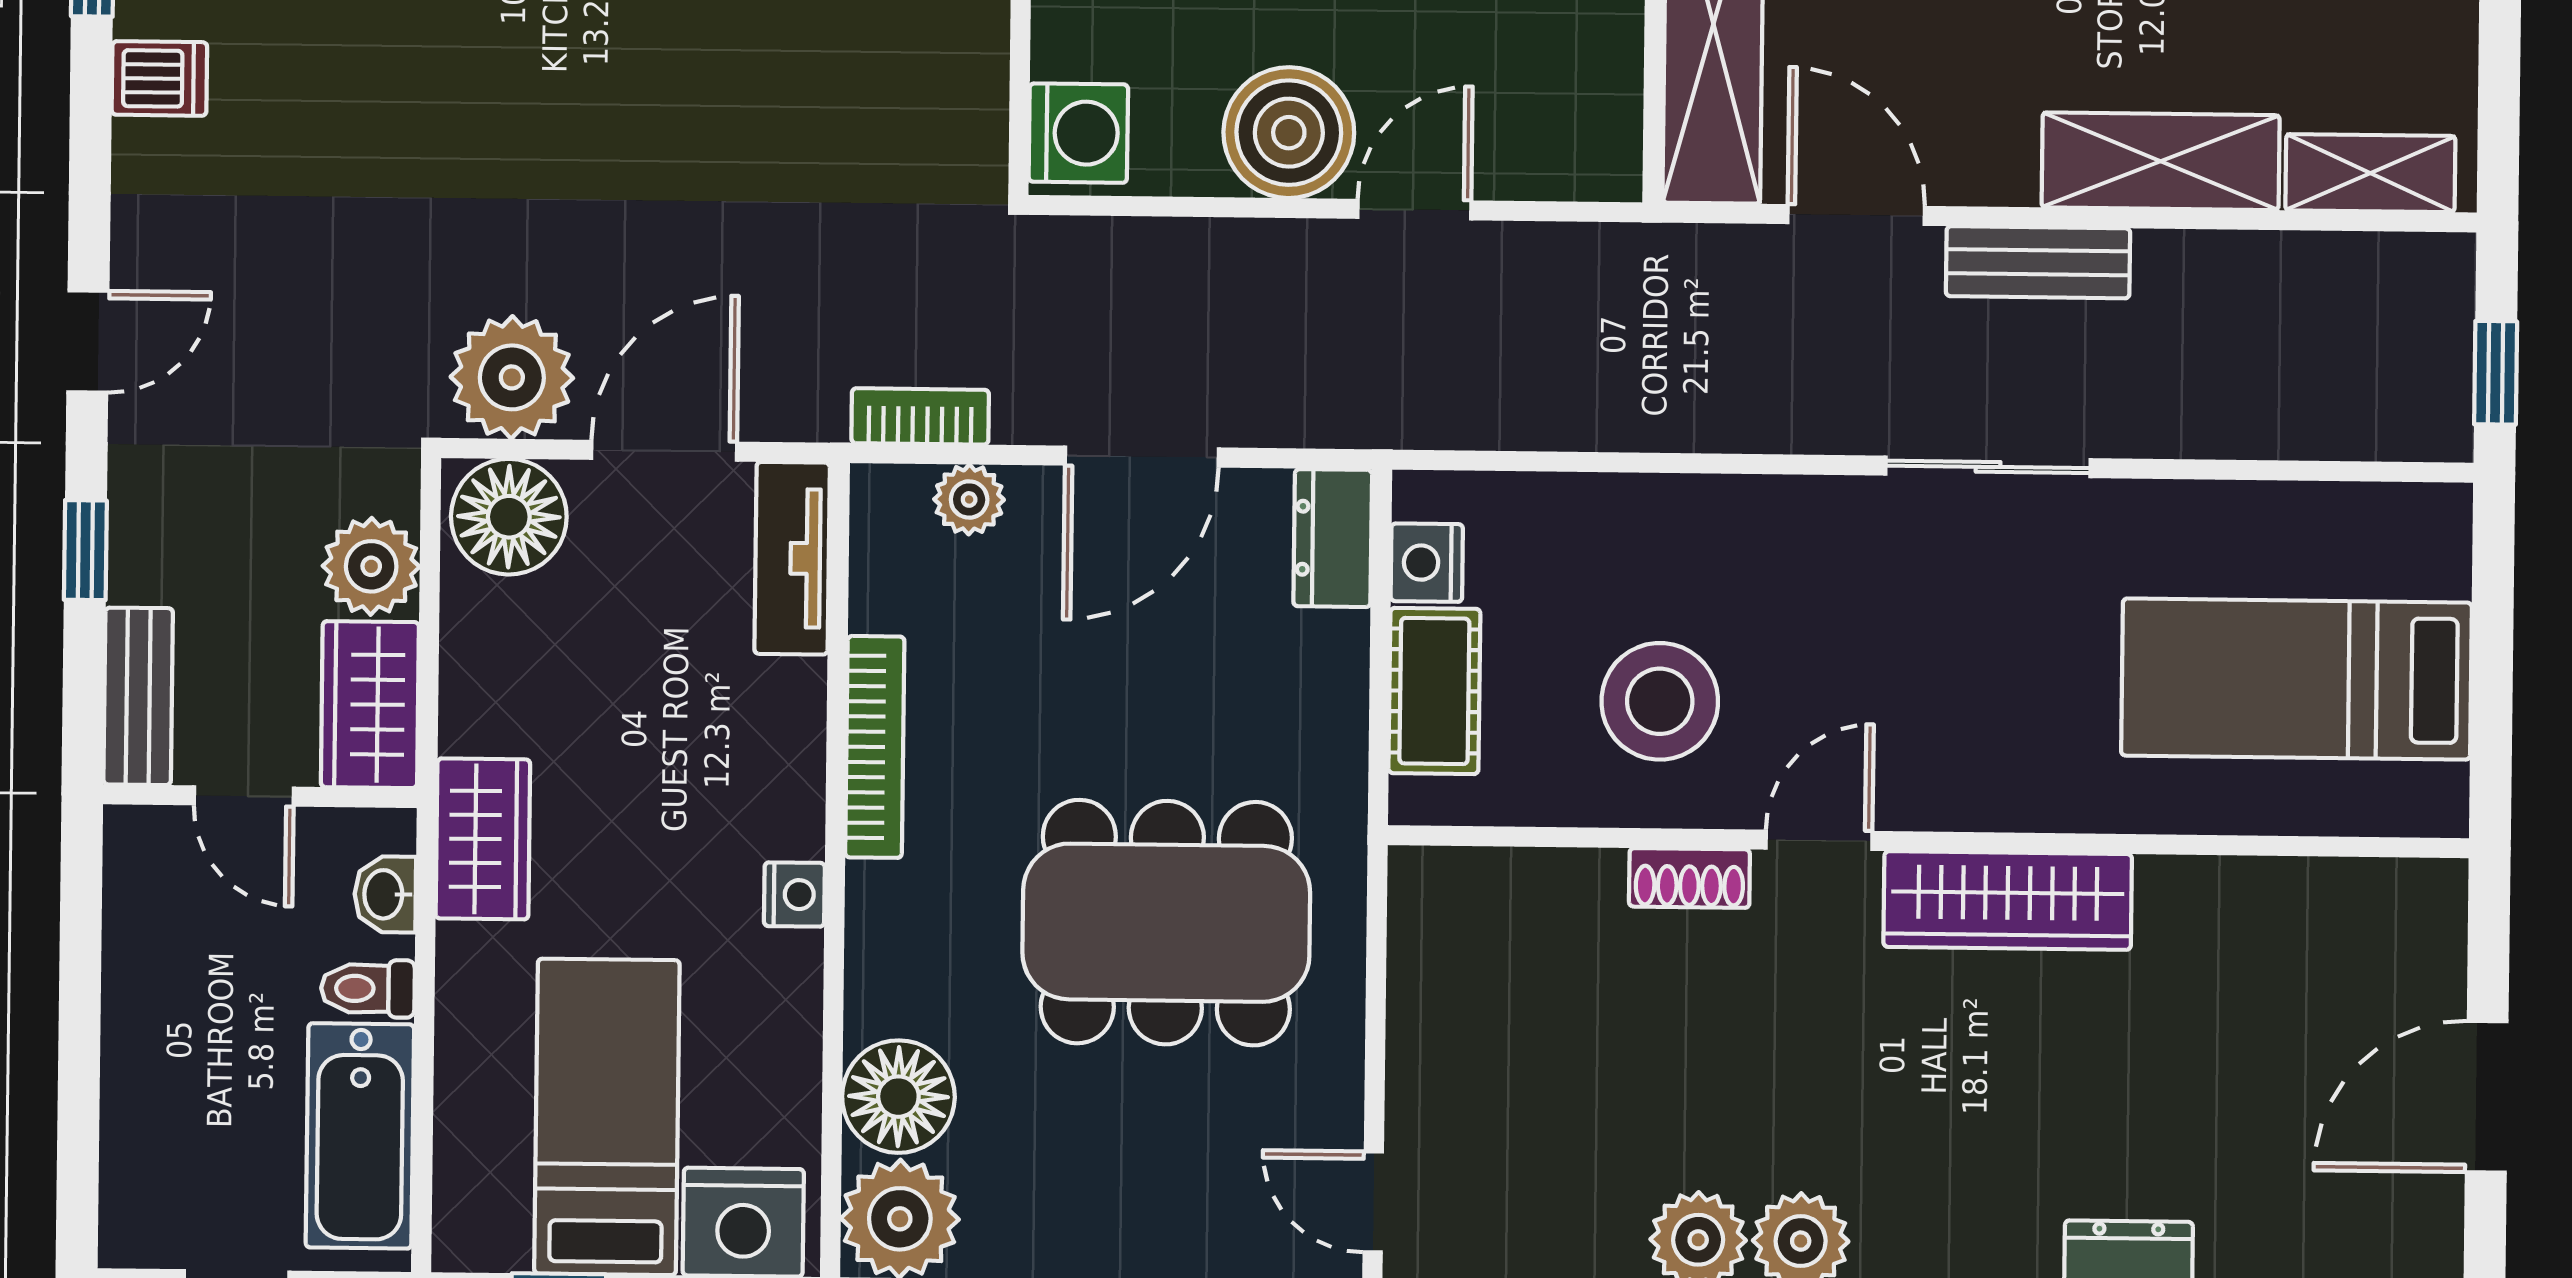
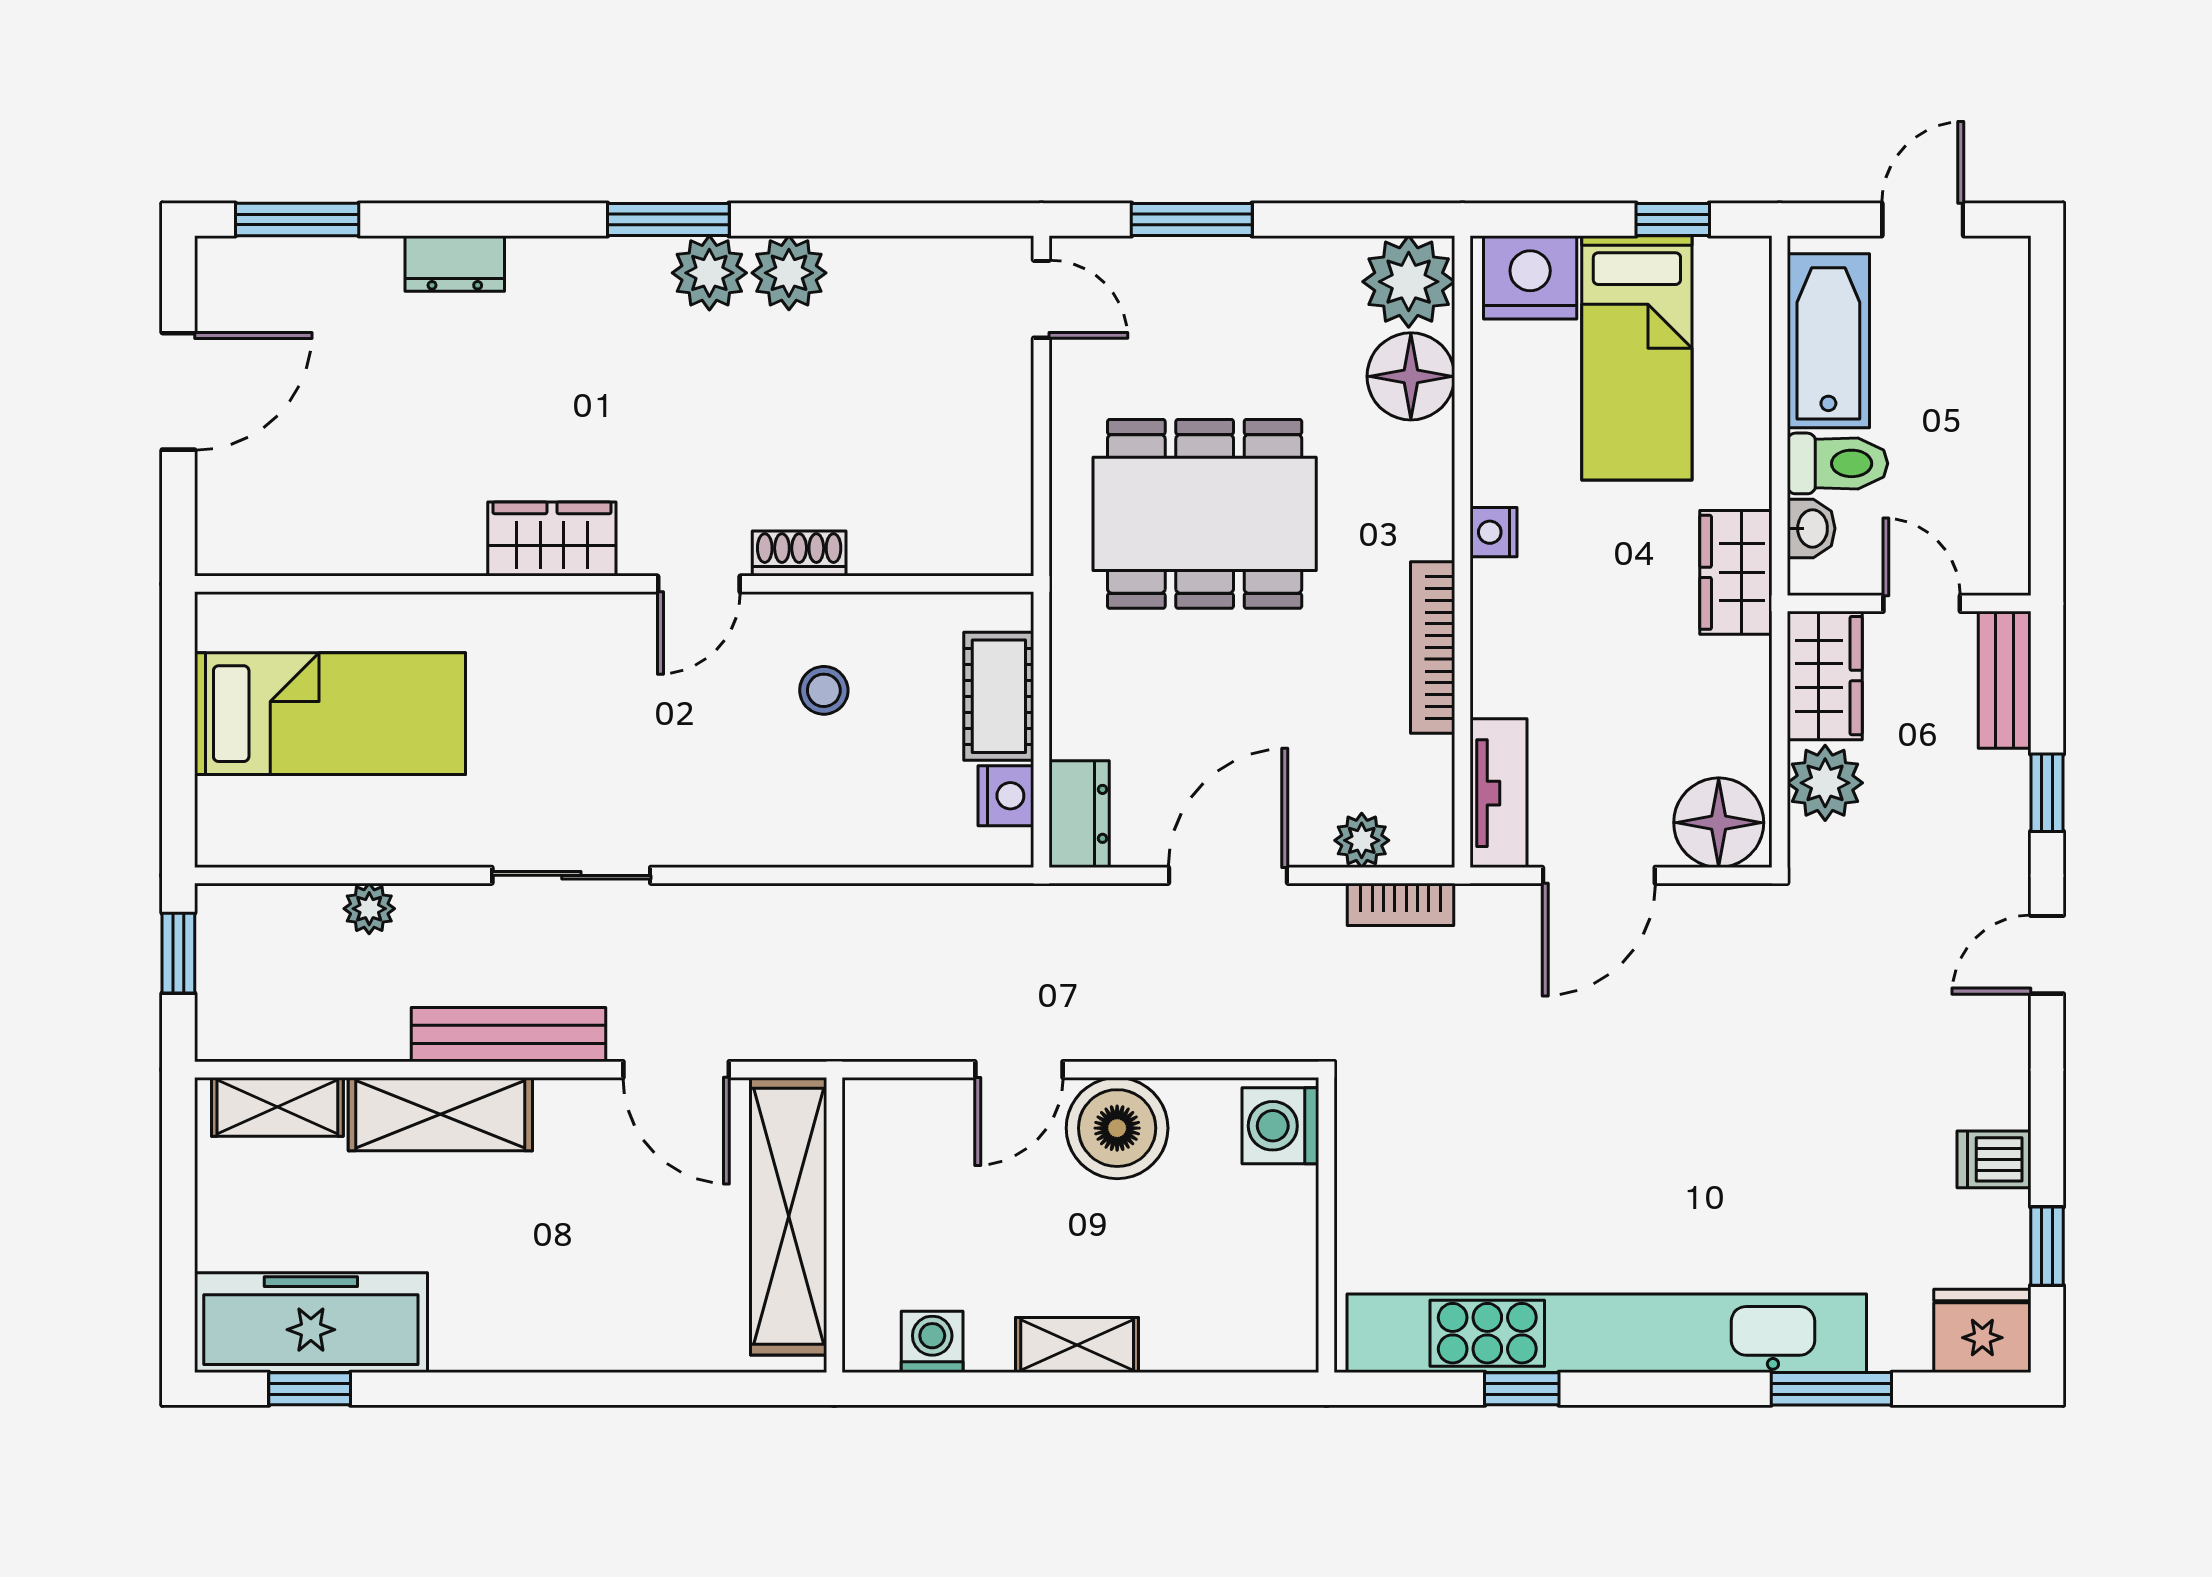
bench: (2038, 262) -> (509, 1035), width x1.36
plant: (512, 377) -> (369, 909), moved, width x0.53, depth x0.53
stool: (1660, 701) -> (824, 690), width x0.53, depth x0.53
wardrobe: (2008, 900) -> (552, 539), width x0.67
toilet: (368, 989) -> (1838, 463), width x1.37, depth x1.39

